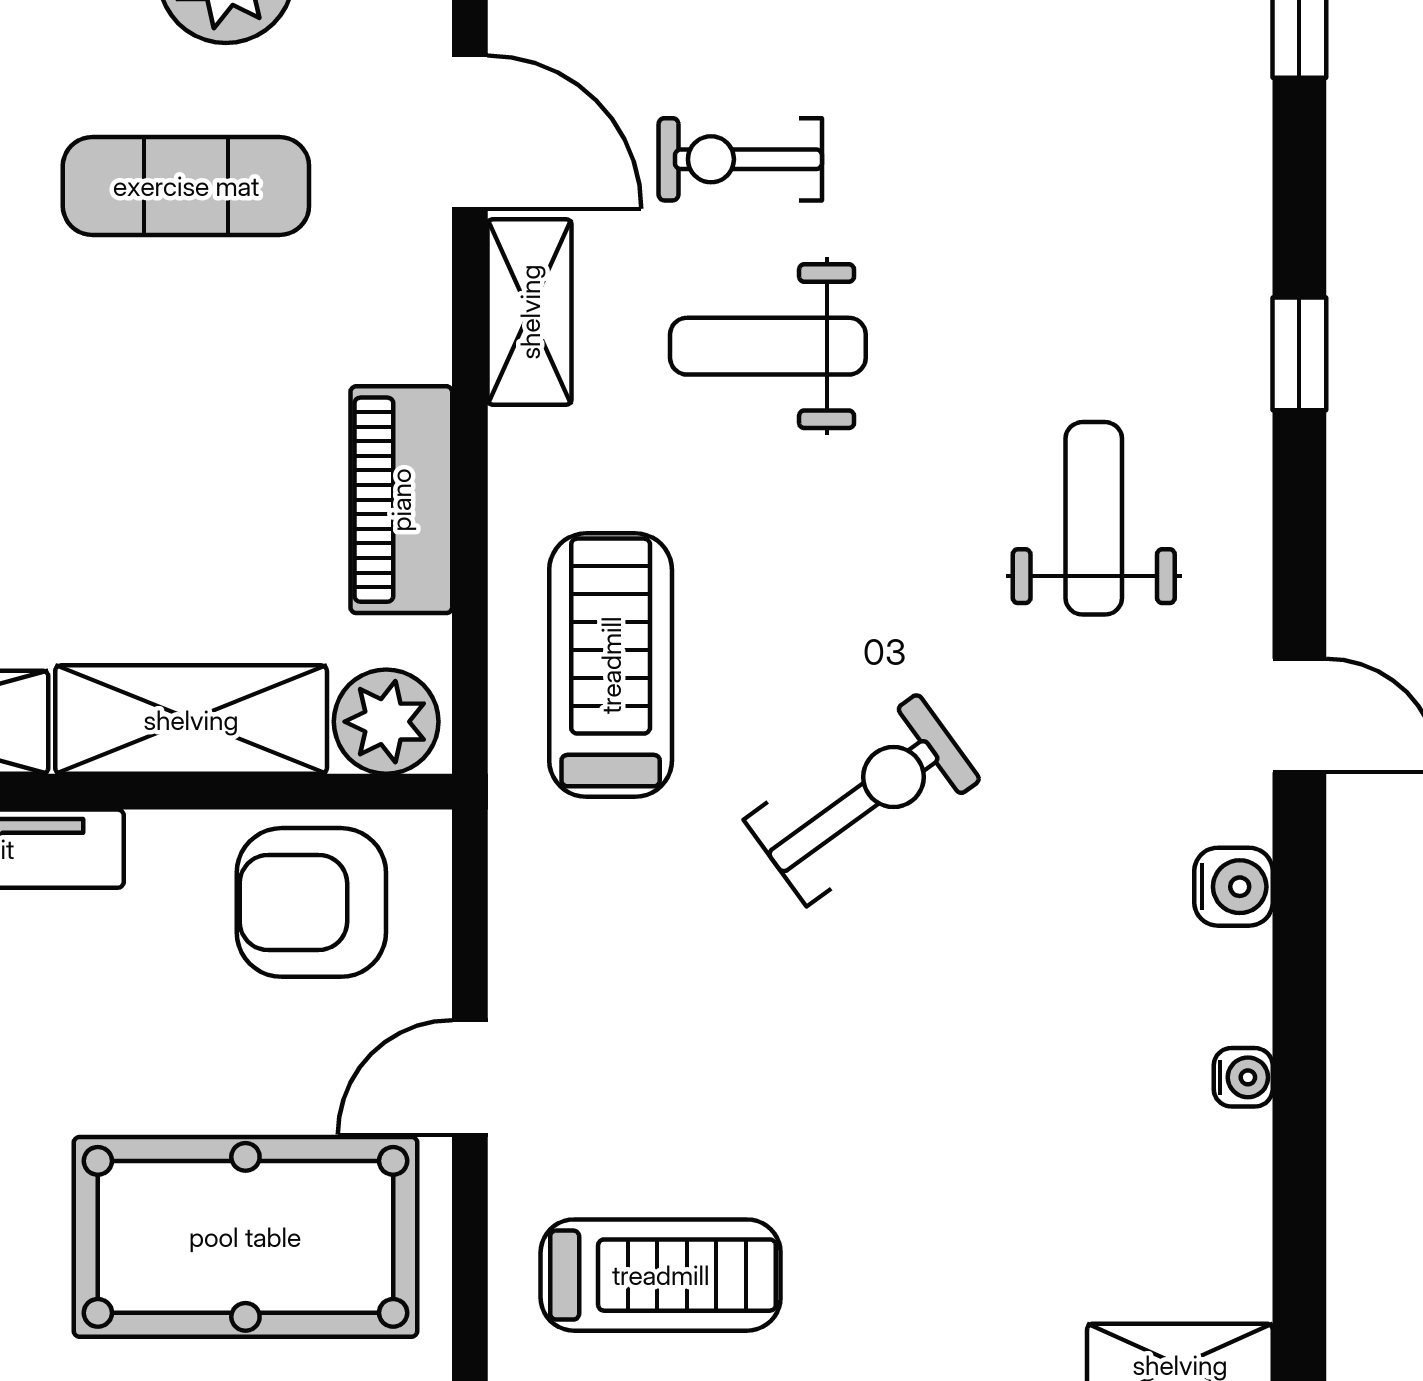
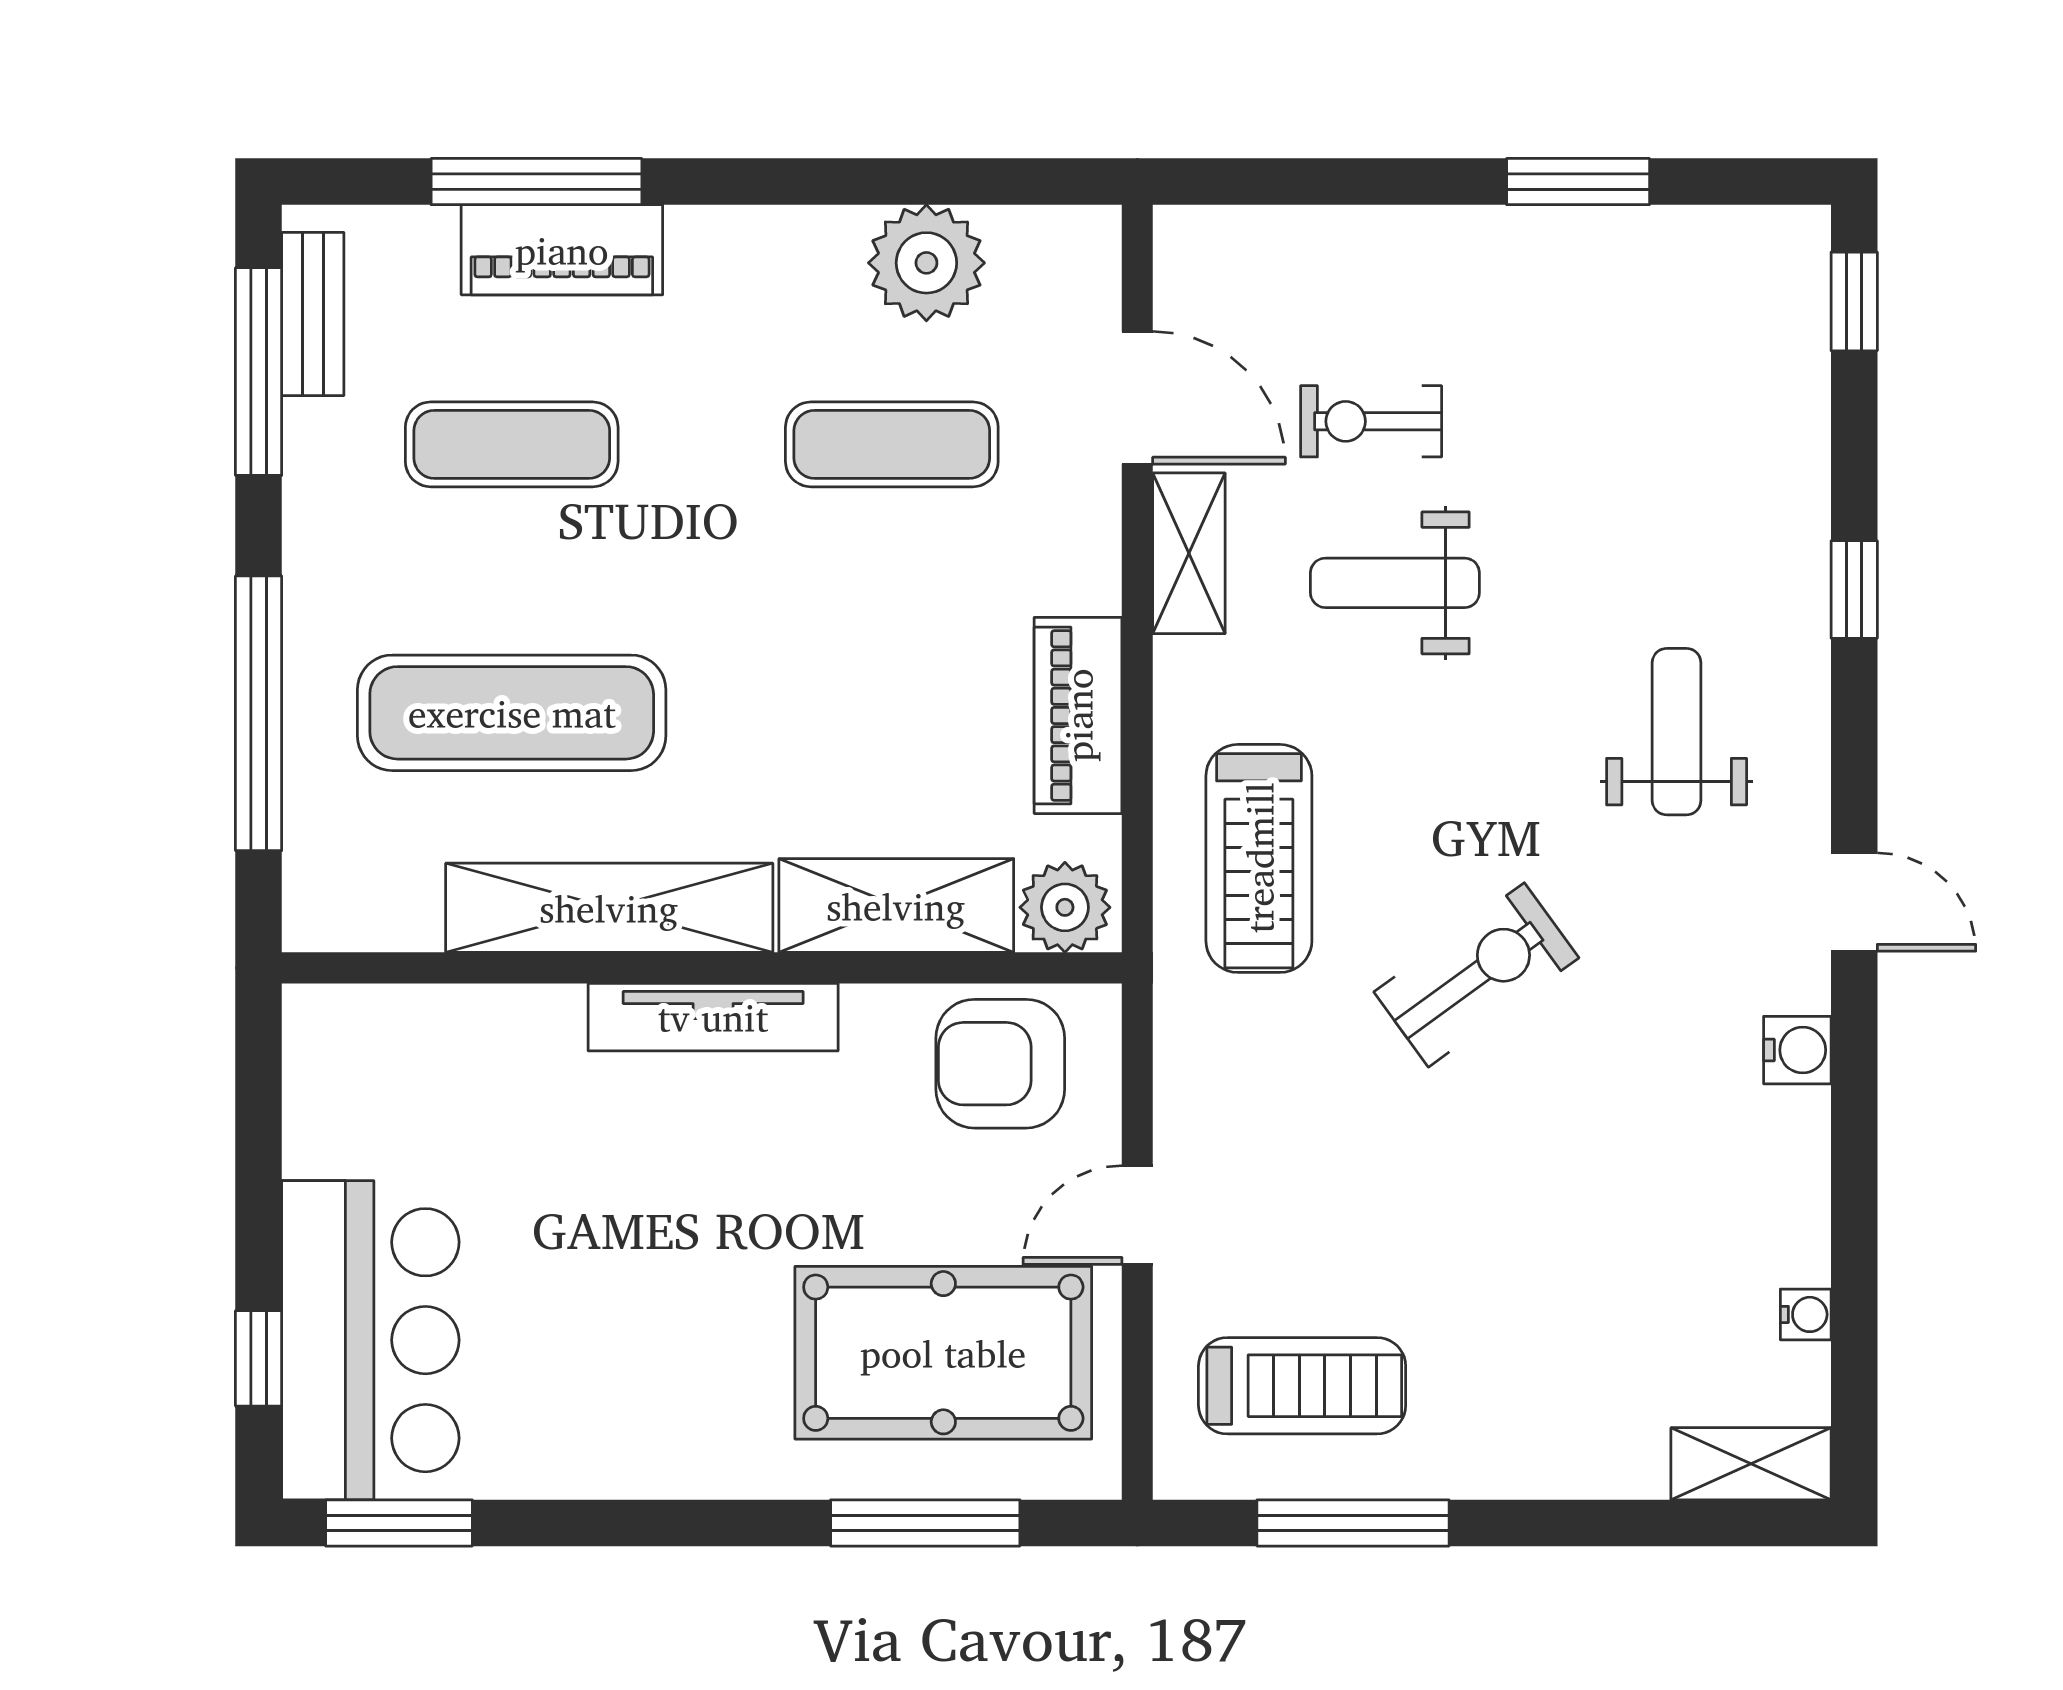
treadmill: (611, 665) -> (1259, 858), turned 180
water cooler: (1243, 1077) -> (1806, 1314), moved

